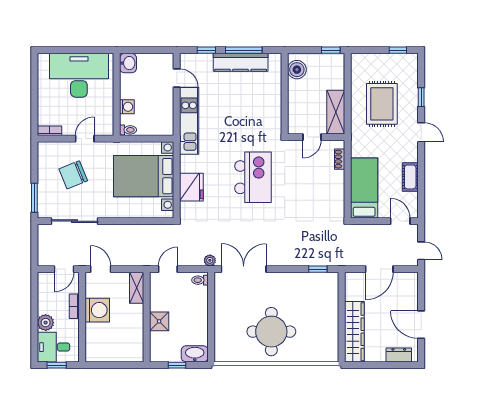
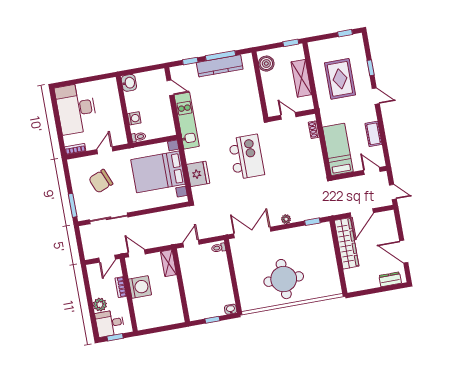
desk: (79, 75) -> (76, 109), moved, turned -90
shelving: (336, 112) -> (301, 78), moved
door: (312, 137) -> (288, 116), swing flipped
plant: (210, 260) -> (286, 219), moved
shower: (159, 321) -> (192, 287), removed
wardrobe: (354, 332) -> (347, 243), moved
washbasin: (195, 354) -> (231, 309), width x0.52, depth x0.69

